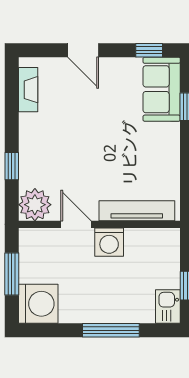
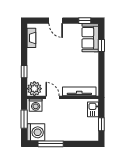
washing machine: (109, 242) -> (36, 105), moved
kitchen sink: (168, 306) -> (93, 109), moved
window: (111, 330) -> (51, 144), moved

